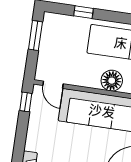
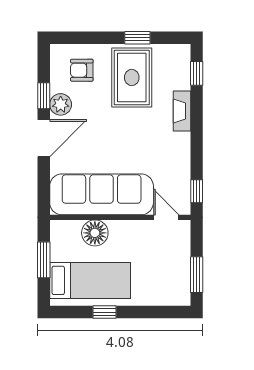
window: (83, 12) -> (105, 312), moved

